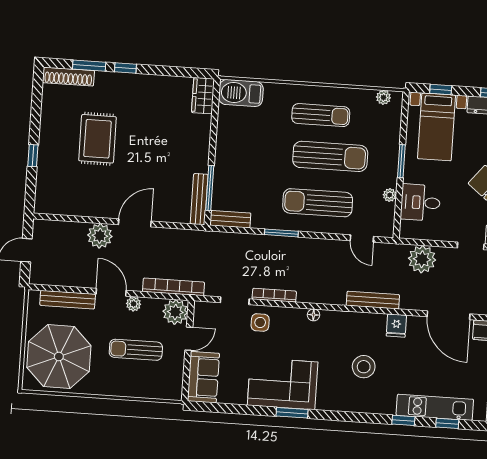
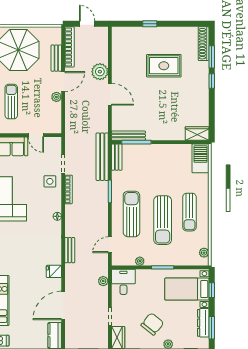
desk: (420, 202) -> (123, 282), moved
bench: (228, 241) -> (102, 157), added
plant: (422, 259) -> (103, 281), width x0.53, depth x0.53
bookcase: (173, 287) -> (69, 47), moved
bench: (68, 300) -> (56, 58), width x0.73
bench: (373, 300) -> (70, 250), width x0.73
plant: (175, 312) -> (53, 125), removed
sun lounger: (136, 350) -> (11, 102), moved
stool: (364, 367) -> (25, 252), removed

